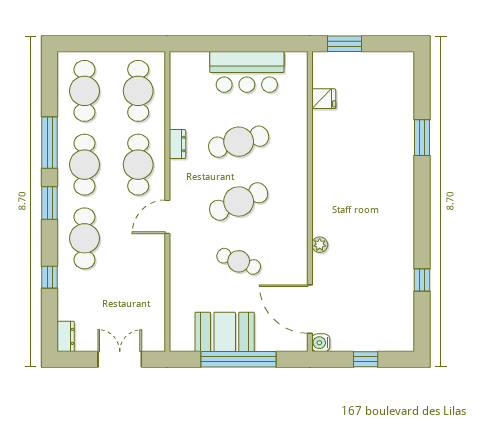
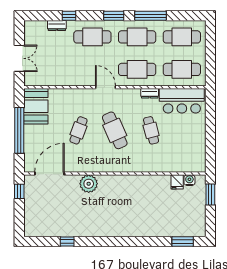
bar counter: (247, 72) -> (182, 101), moved, turned -90
window: (422, 138) -> (183, 242), moved
cafe table: (239, 142) -> (151, 130), width x0.73, depth x0.74
plant: (320, 245) -> (89, 184), width x1.87, depth x1.87
booth: (225, 332) -> (36, 106), moved
dresser: (66, 336) -> (57, 26), moved
water cooler: (321, 343) -> (189, 180), moved
window: (366, 359) -> (19, 191), moved

